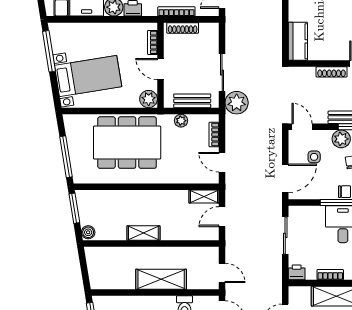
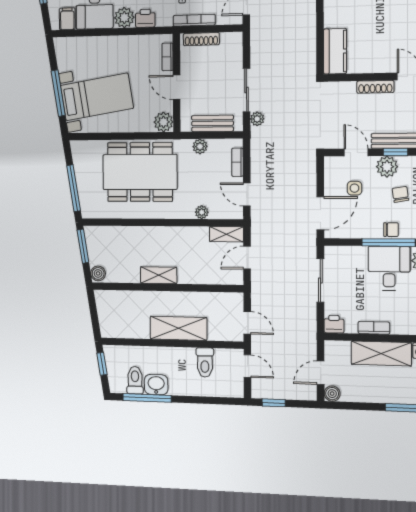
window: (49, 51) -> (58, 93), moved
plant: (237, 103) -> (257, 119), width x0.53, depth x0.53
door: (302, 127) -> (356, 152), moved
plant: (182, 178) -> (202, 212), added

